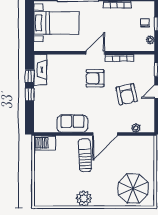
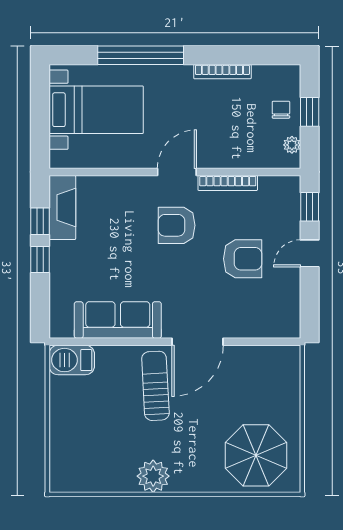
armchair: (127, 94) -> (243, 259), turned -78
sofa: (72, 124) -> (118, 320), width x1.36
plant: (136, 128) -> (262, 329), removed

